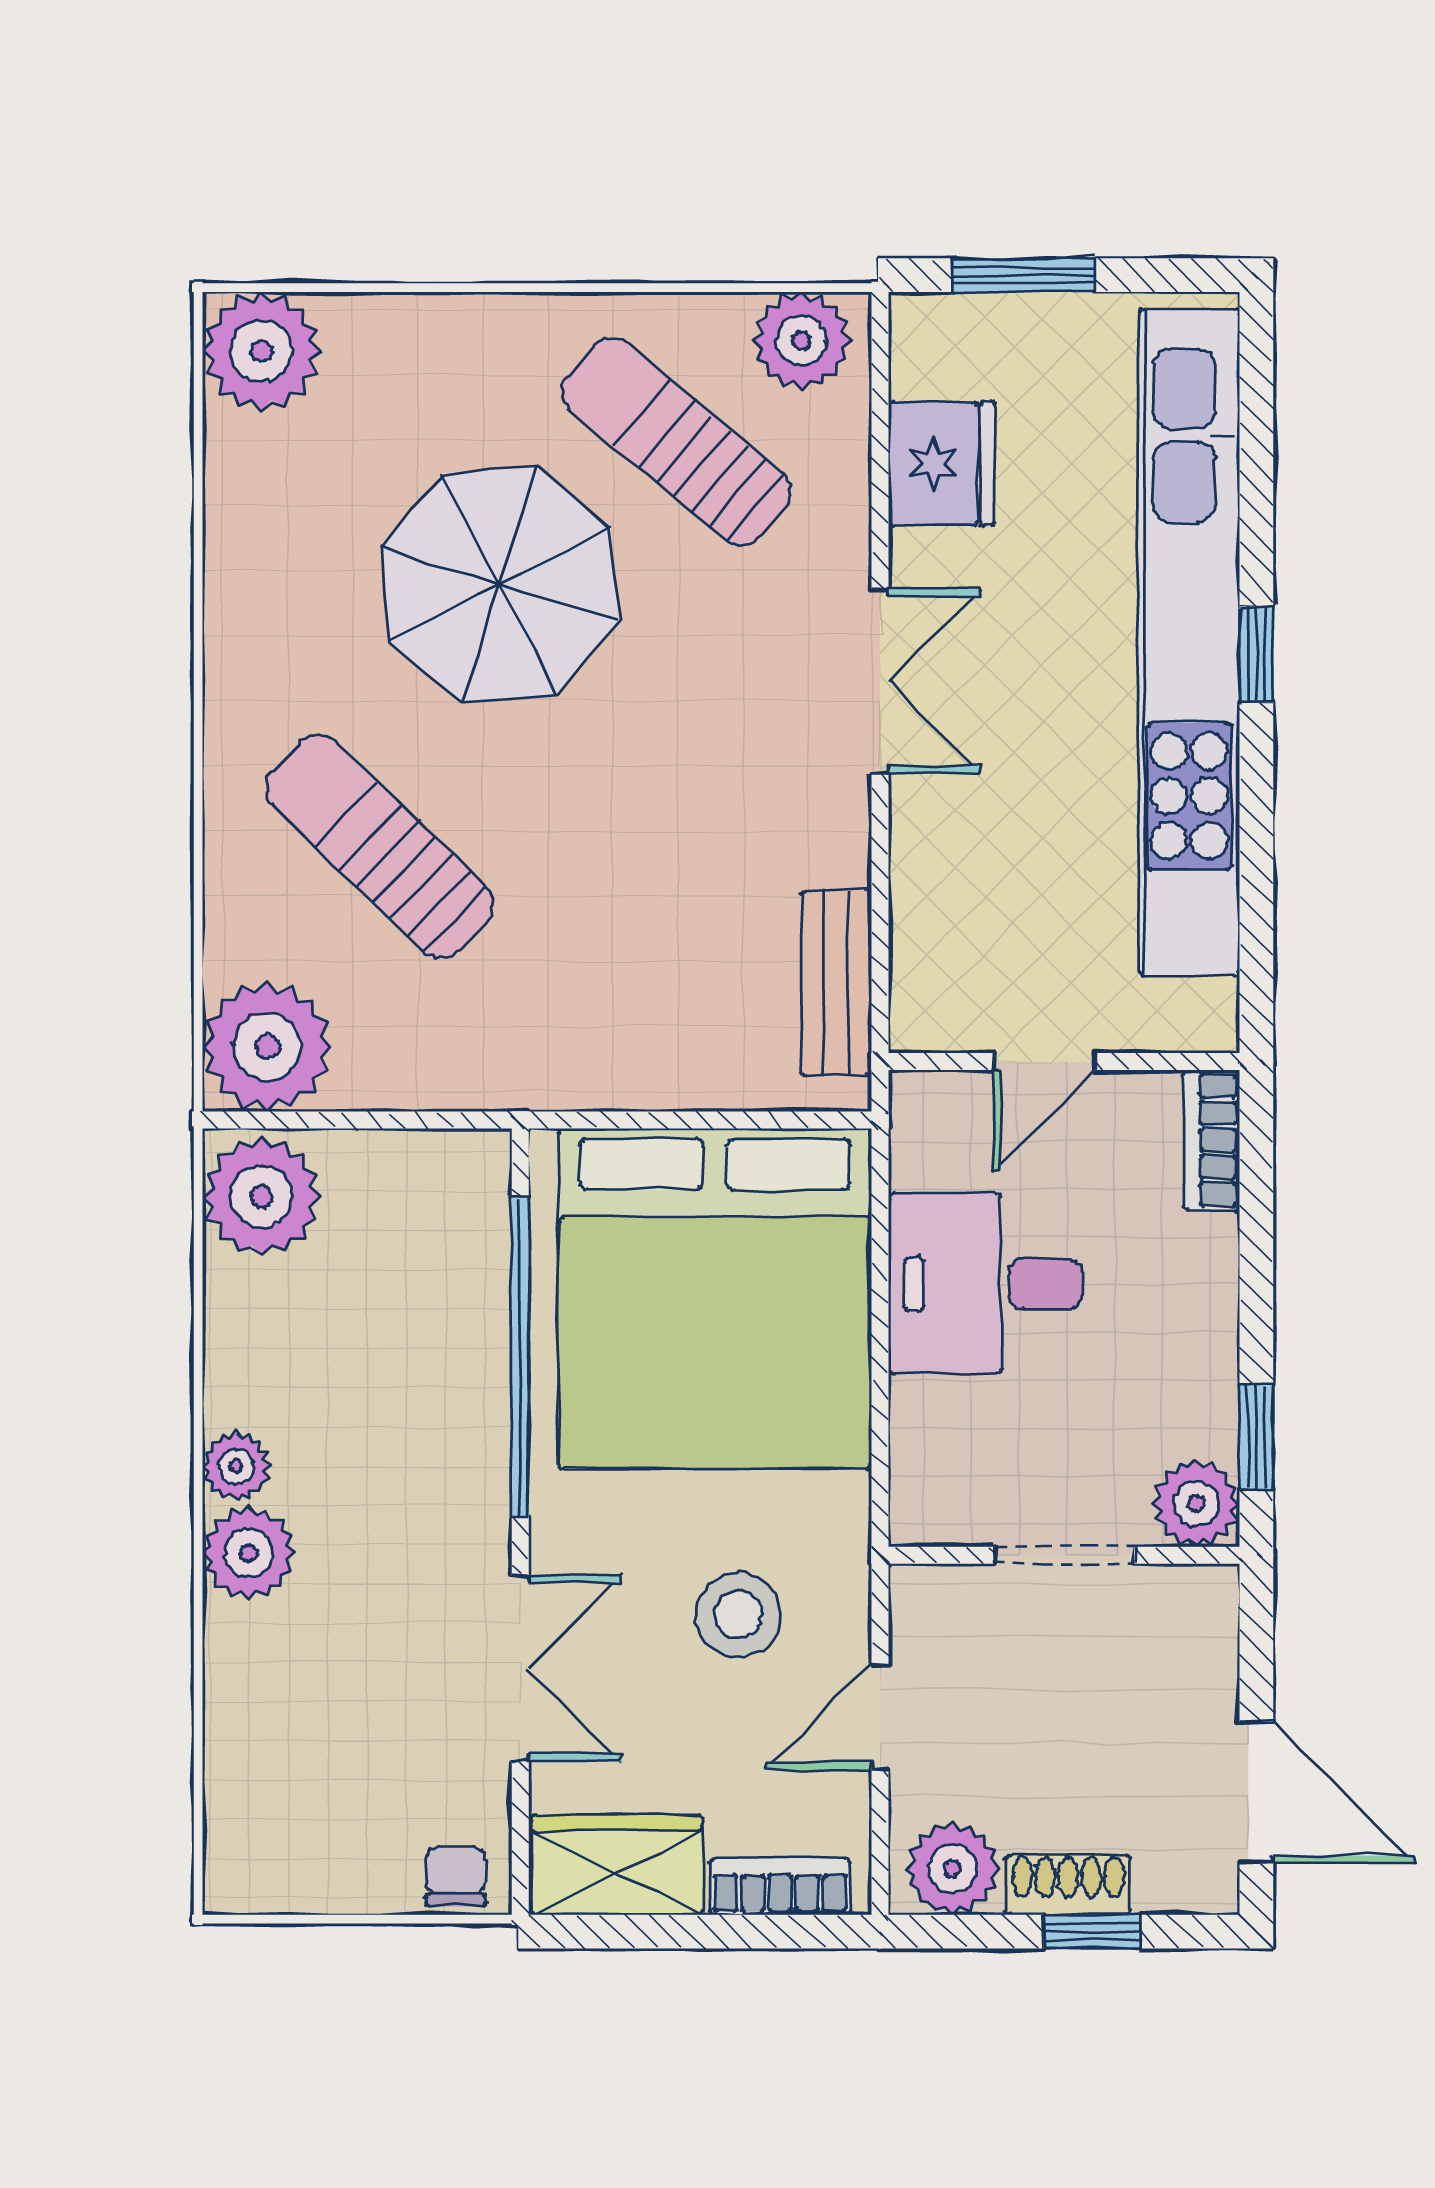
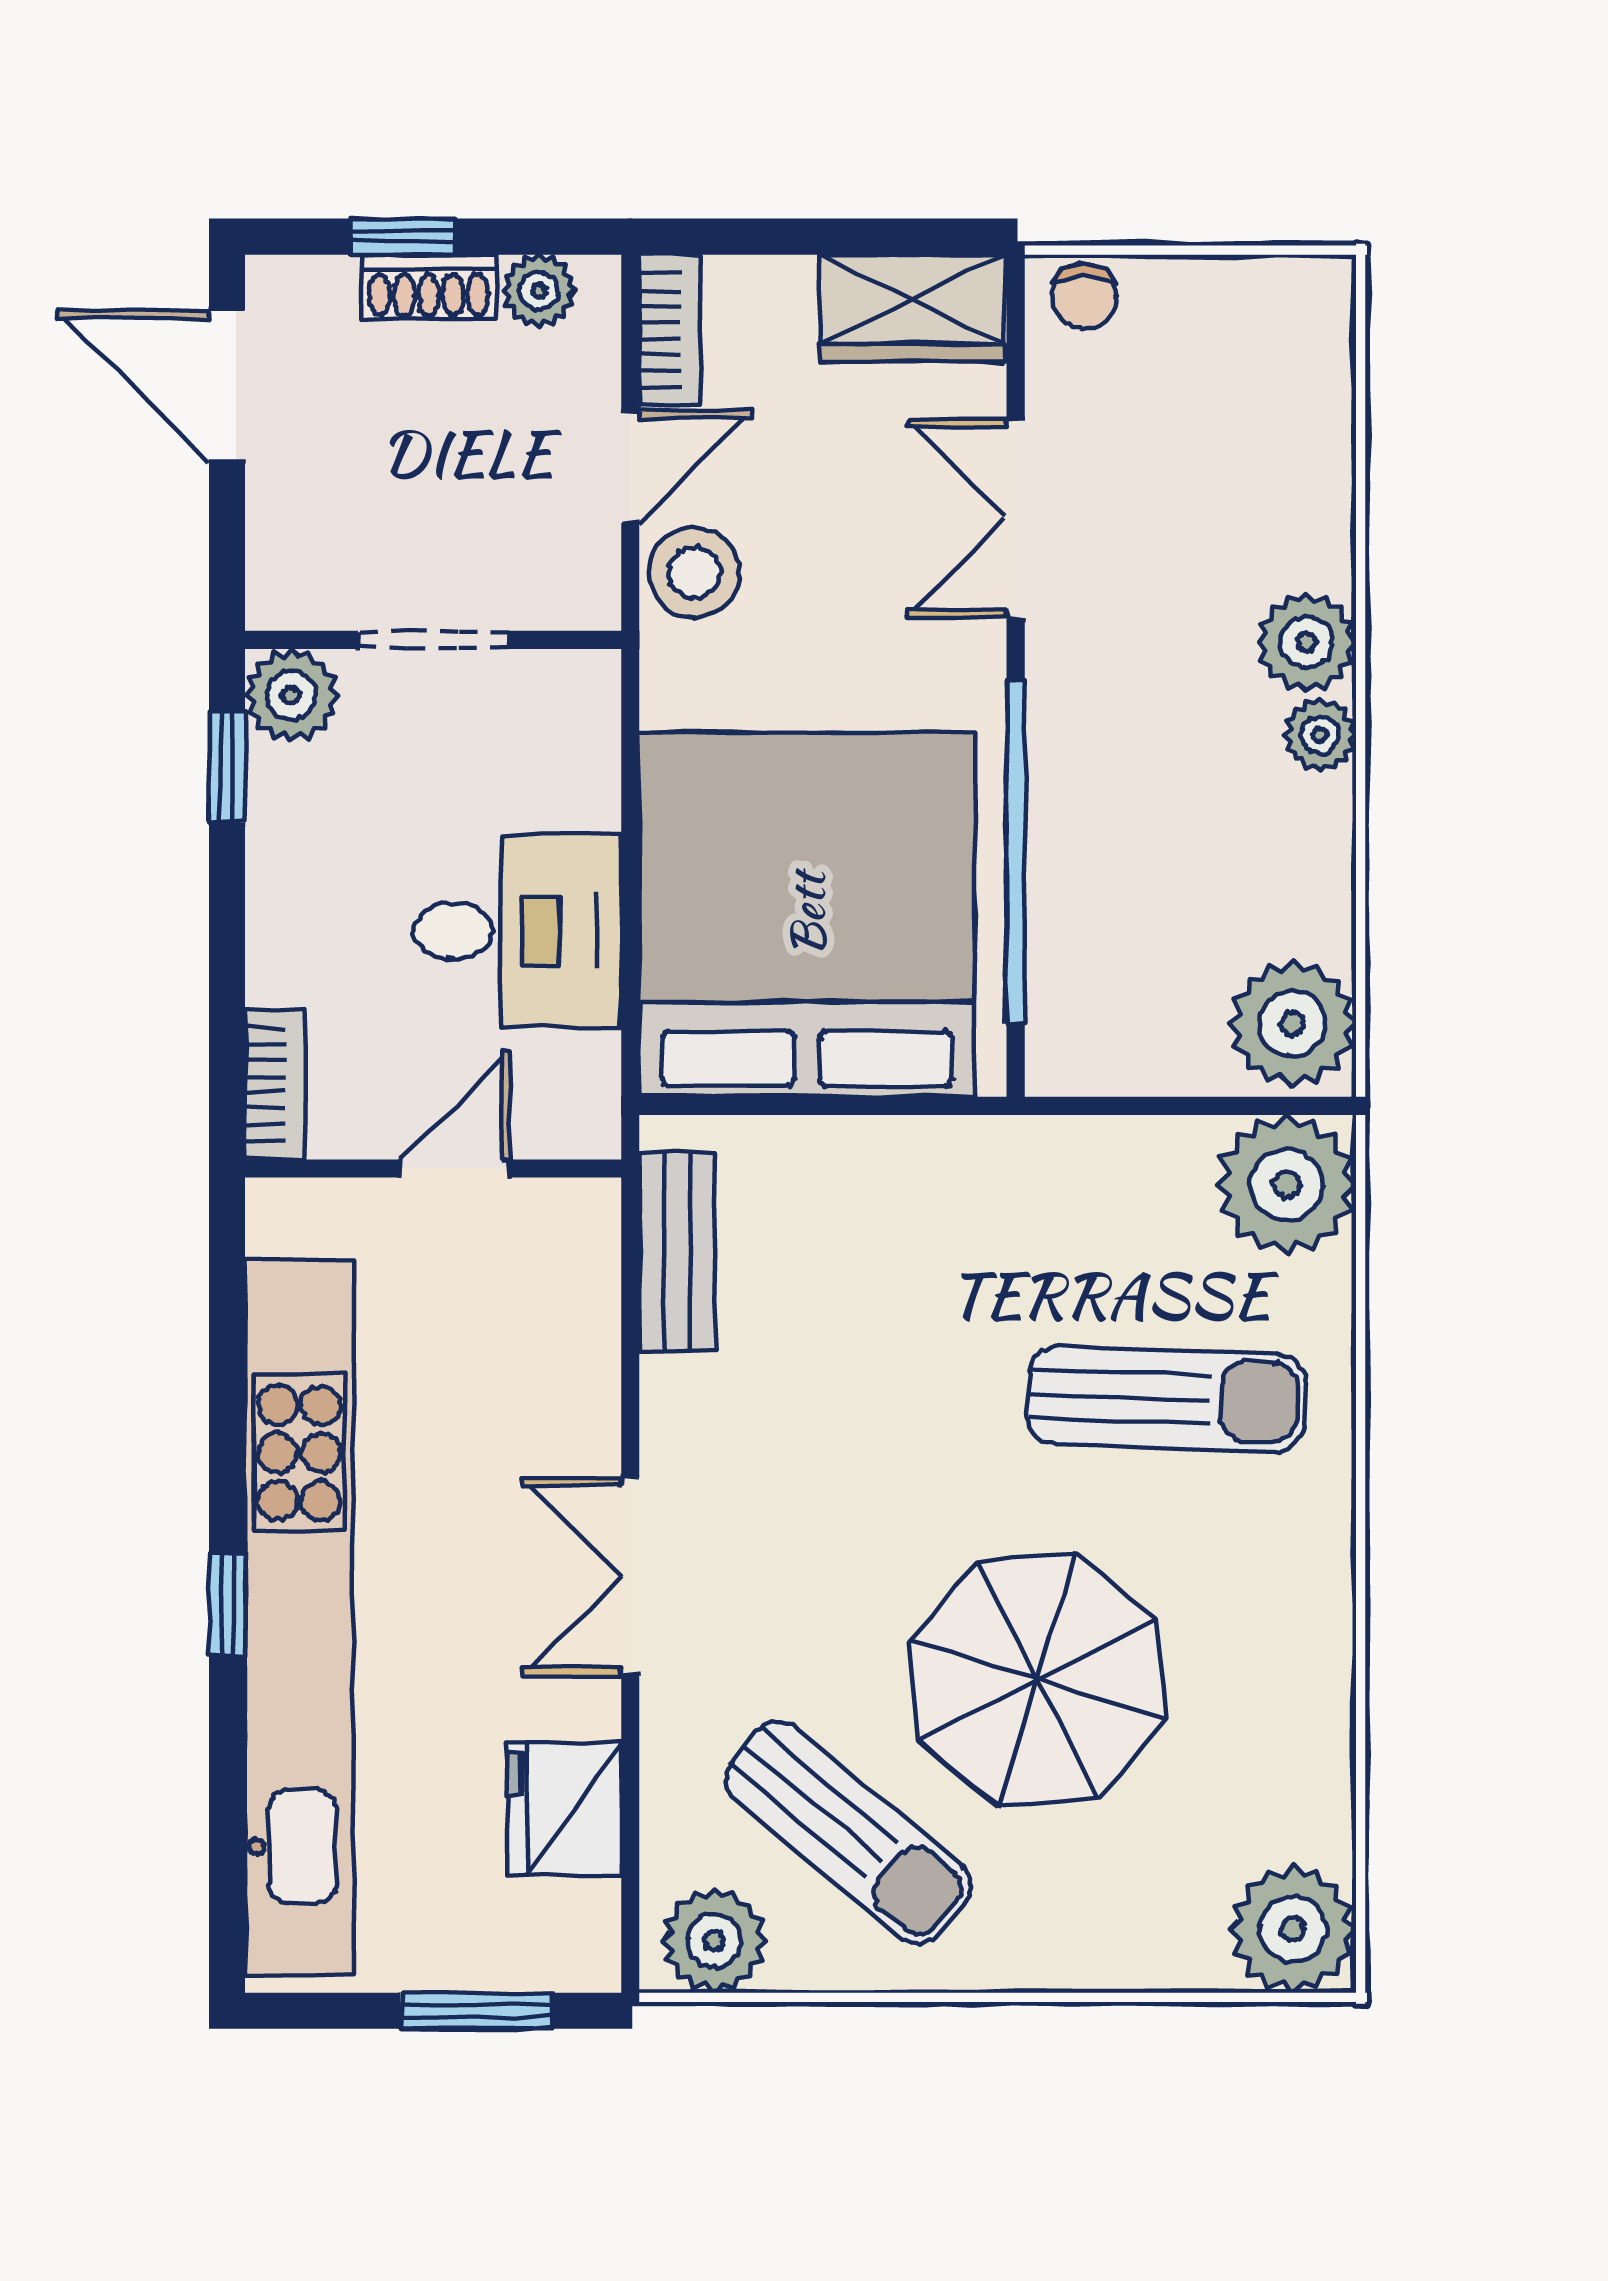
sun lounger: (379, 847) -> (1166, 1399), turned -42
stool: (738, 1615) -> (694, 572), moved
plant: (953, 1868) -> (539, 291), width x0.73, depth x0.73
bookcase: (780, 1887) -> (669, 330), moved, turned -90

